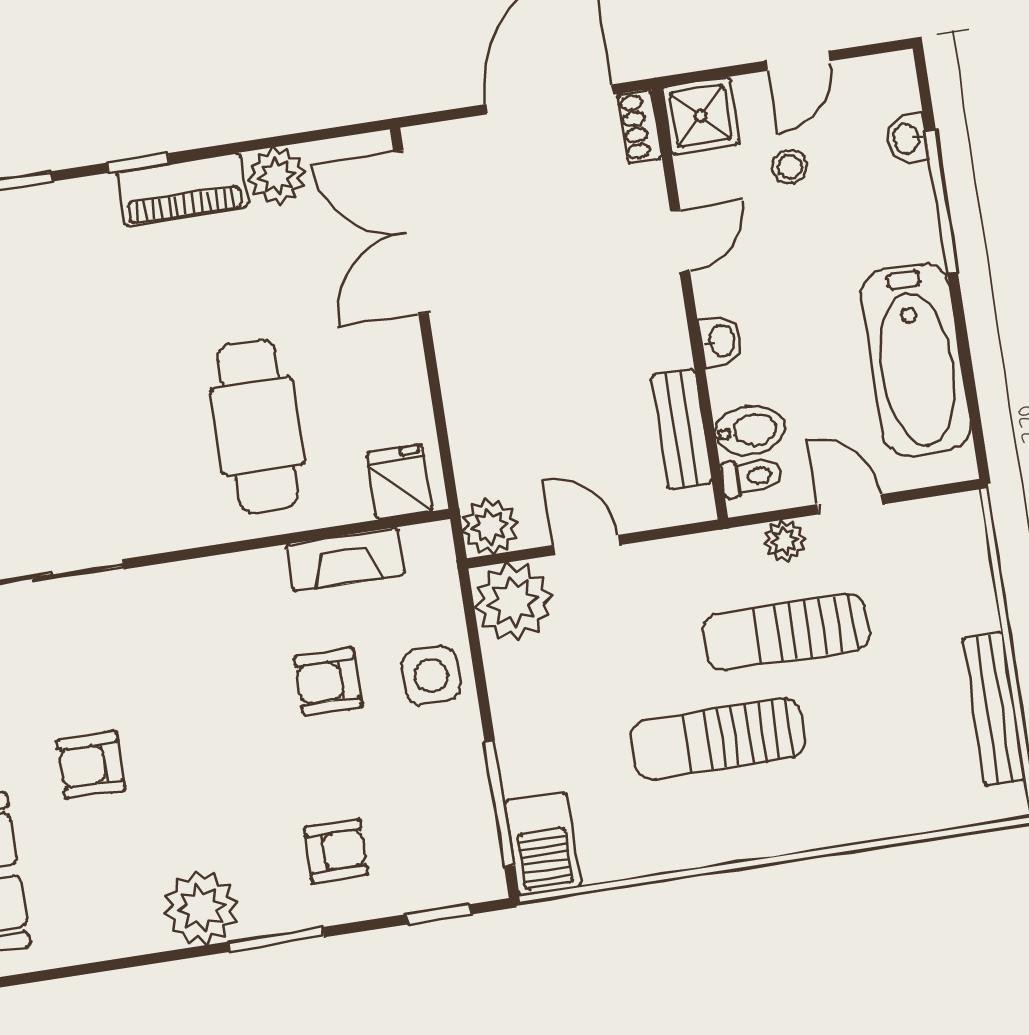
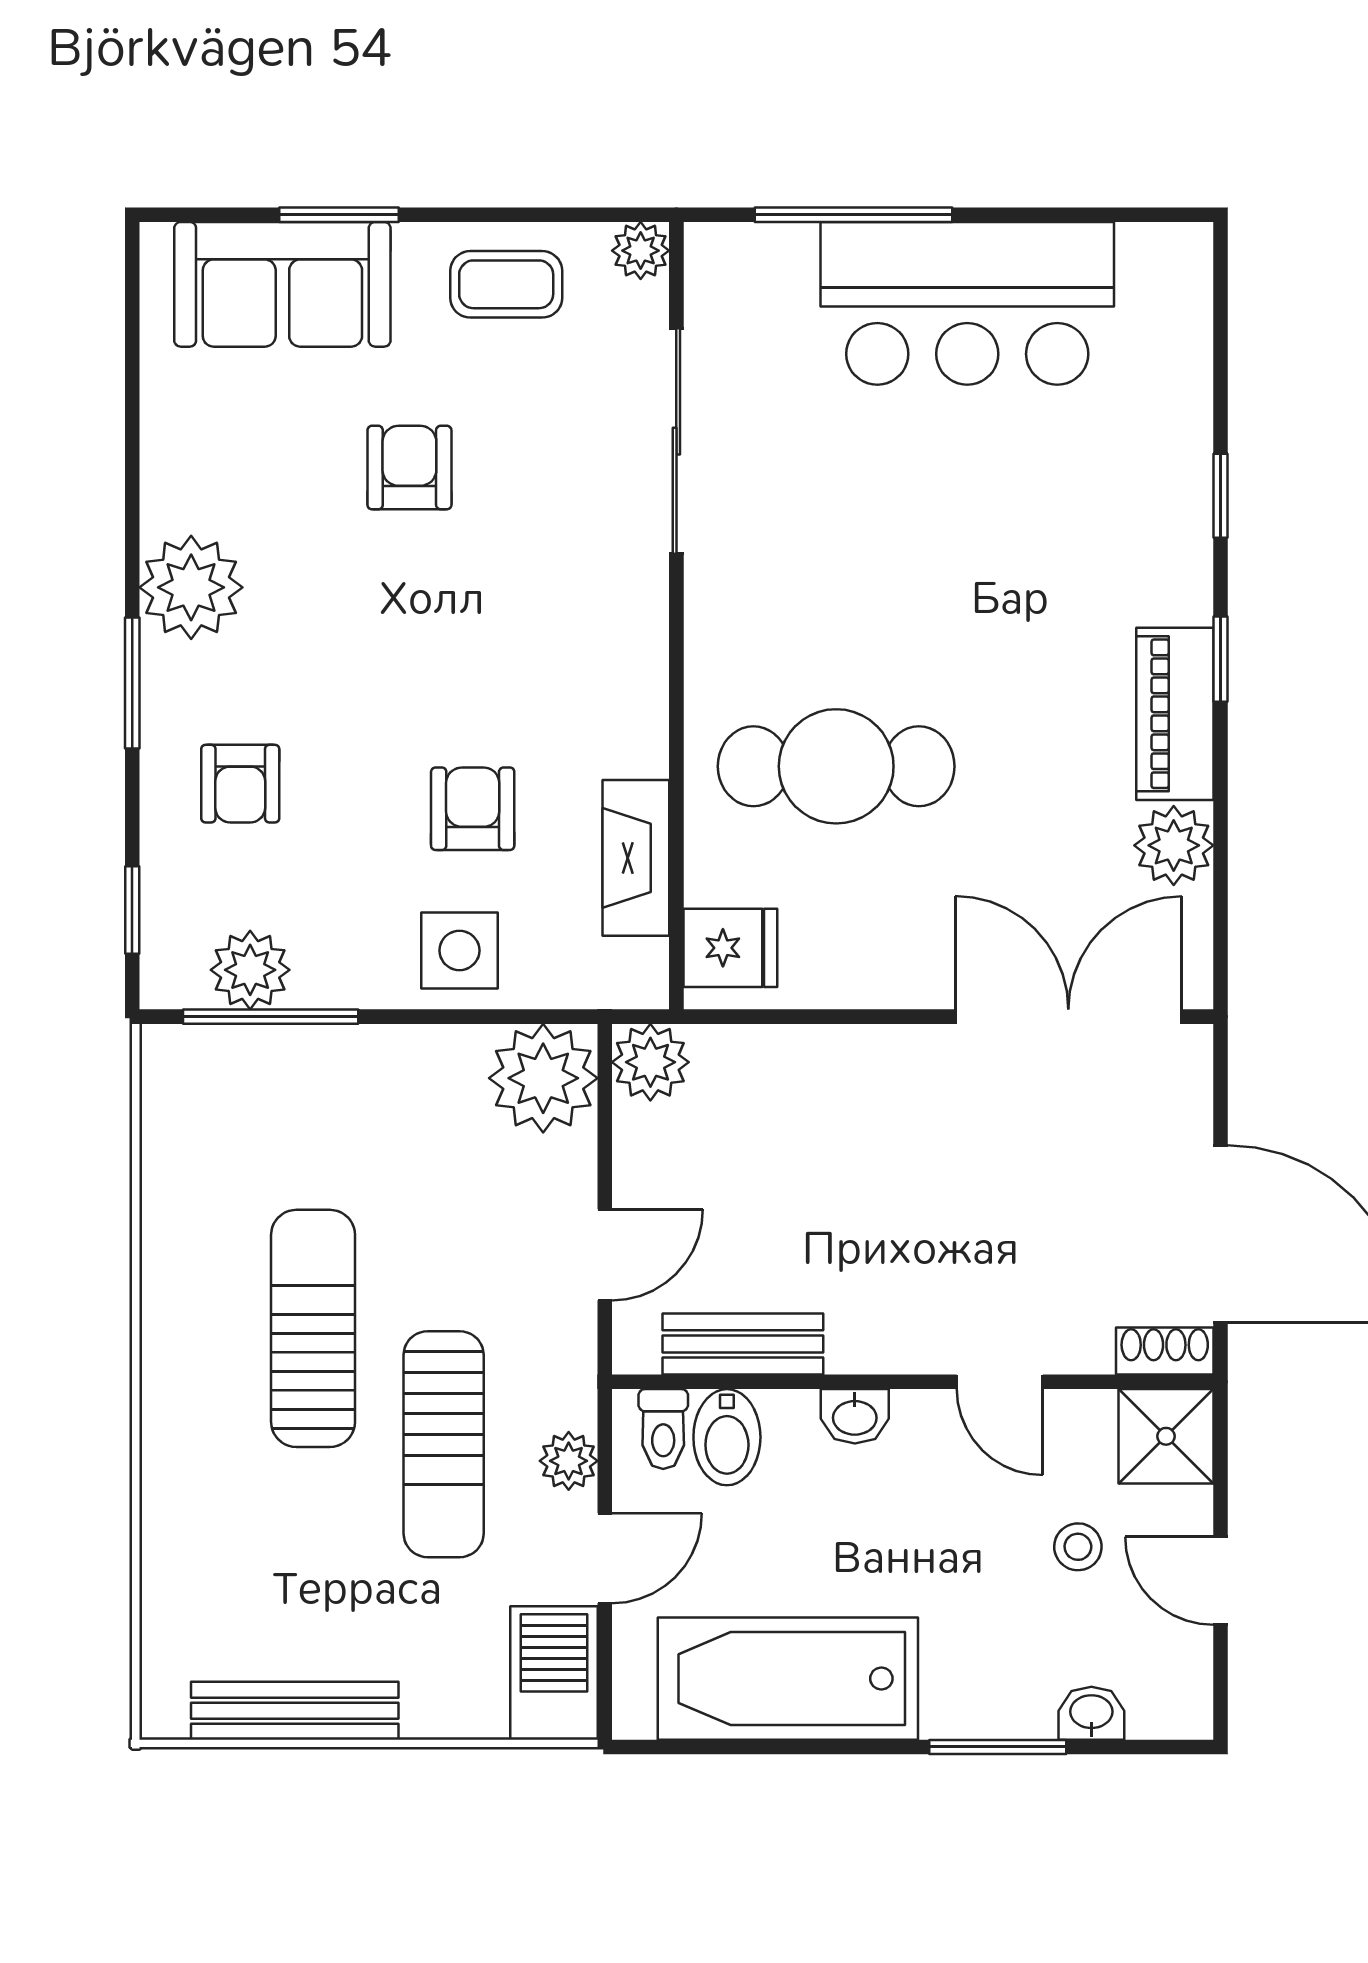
window: (942, 202) -> (998, 1747), width x0.69
door: (586, 545) -> (605, 1255), moved
sun lounger: (786, 632) -> (444, 1444), turned 180
plant: (468, 823) -> (250, 970), added
barbecue: (543, 844) -> (554, 1673), moved, turned 90

